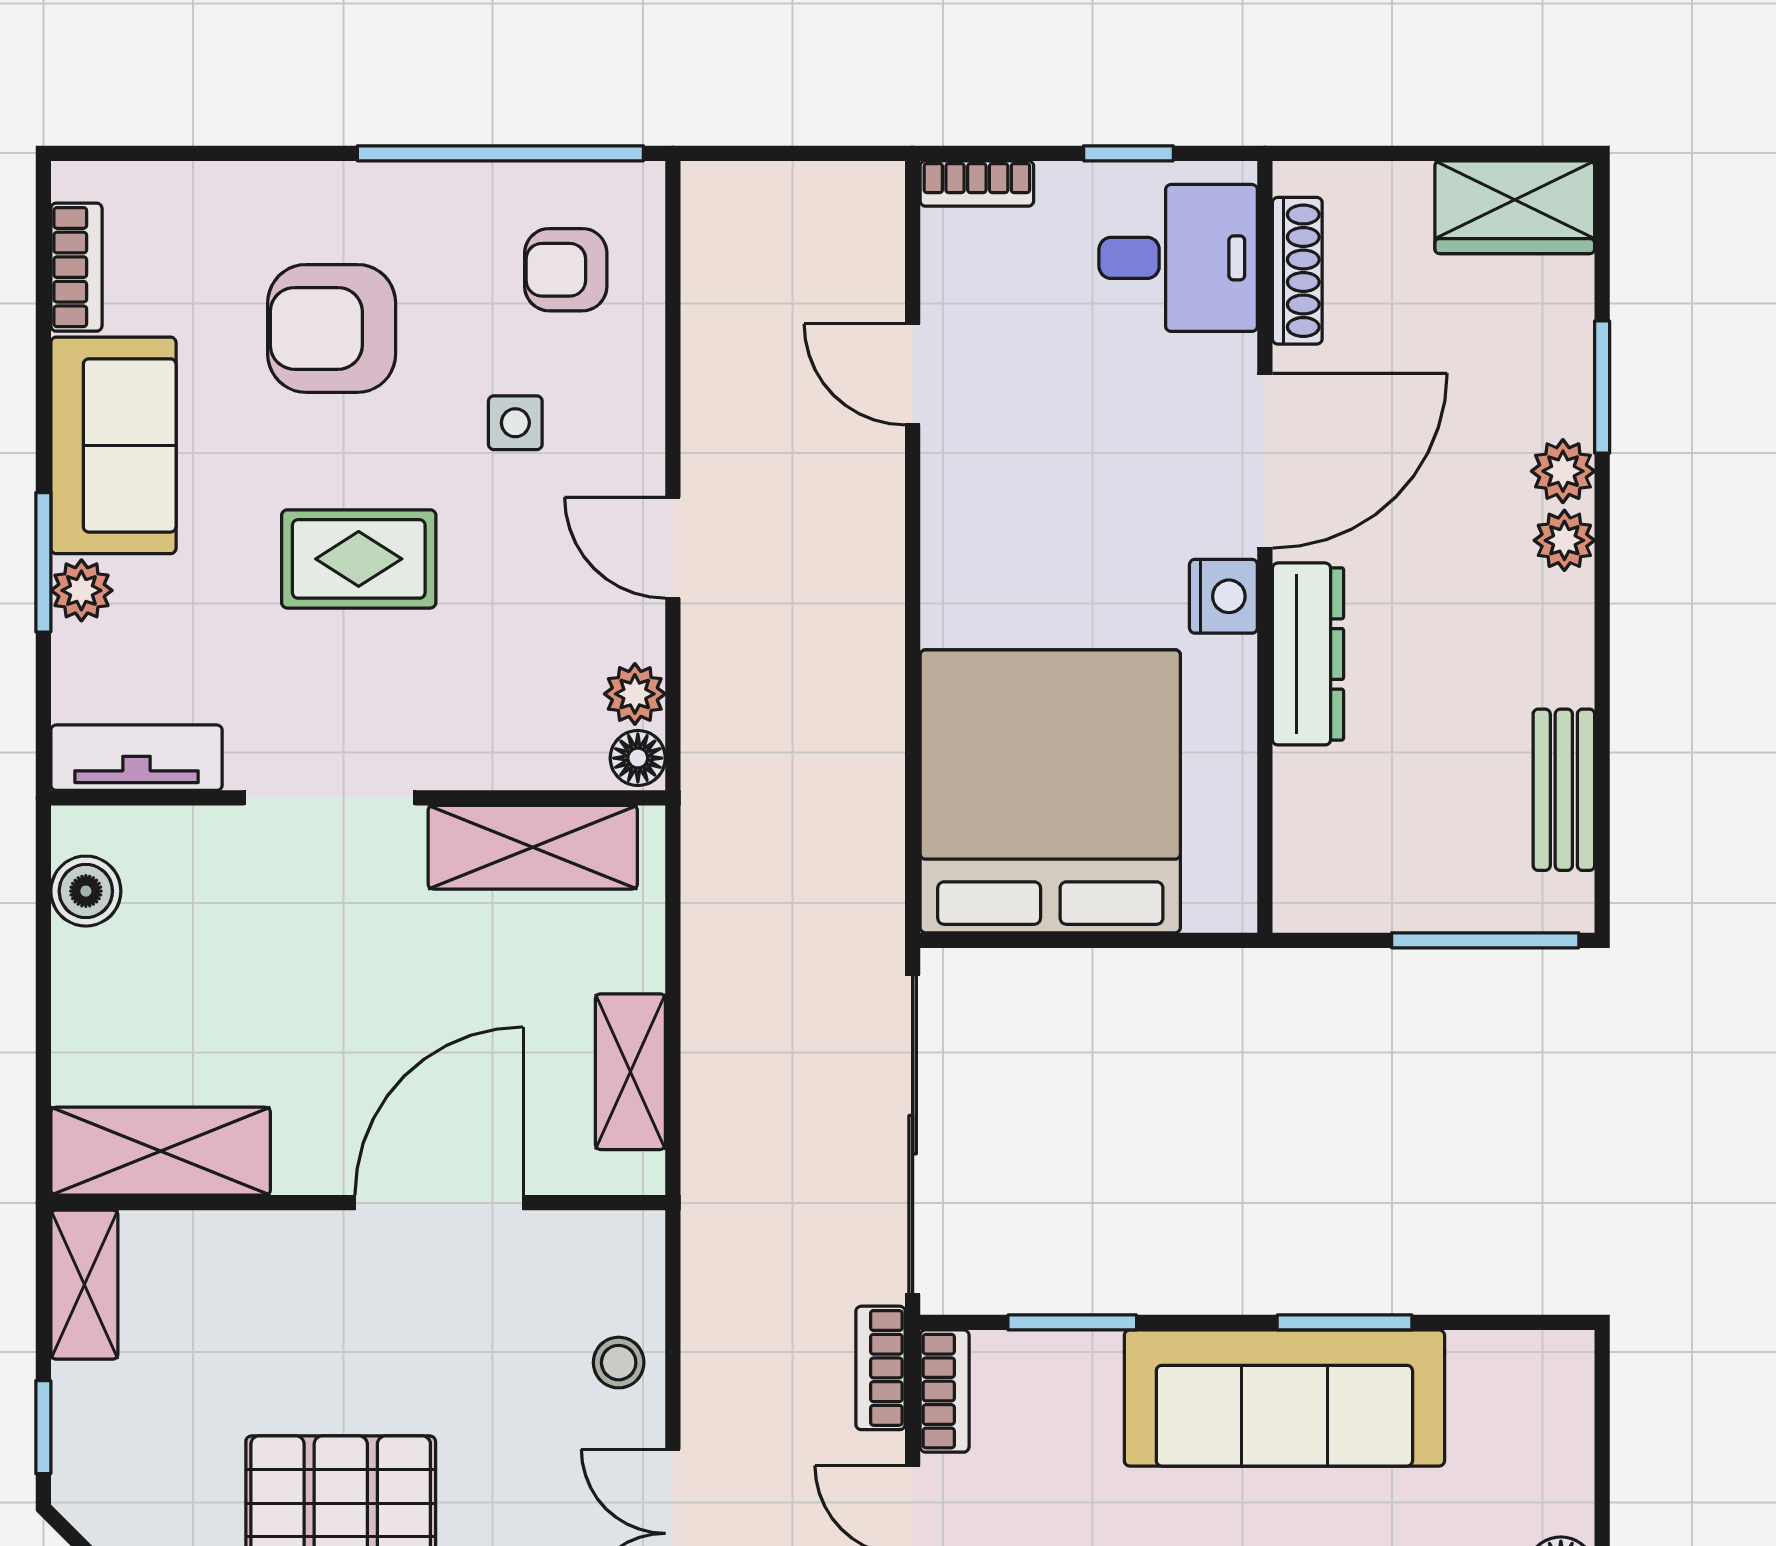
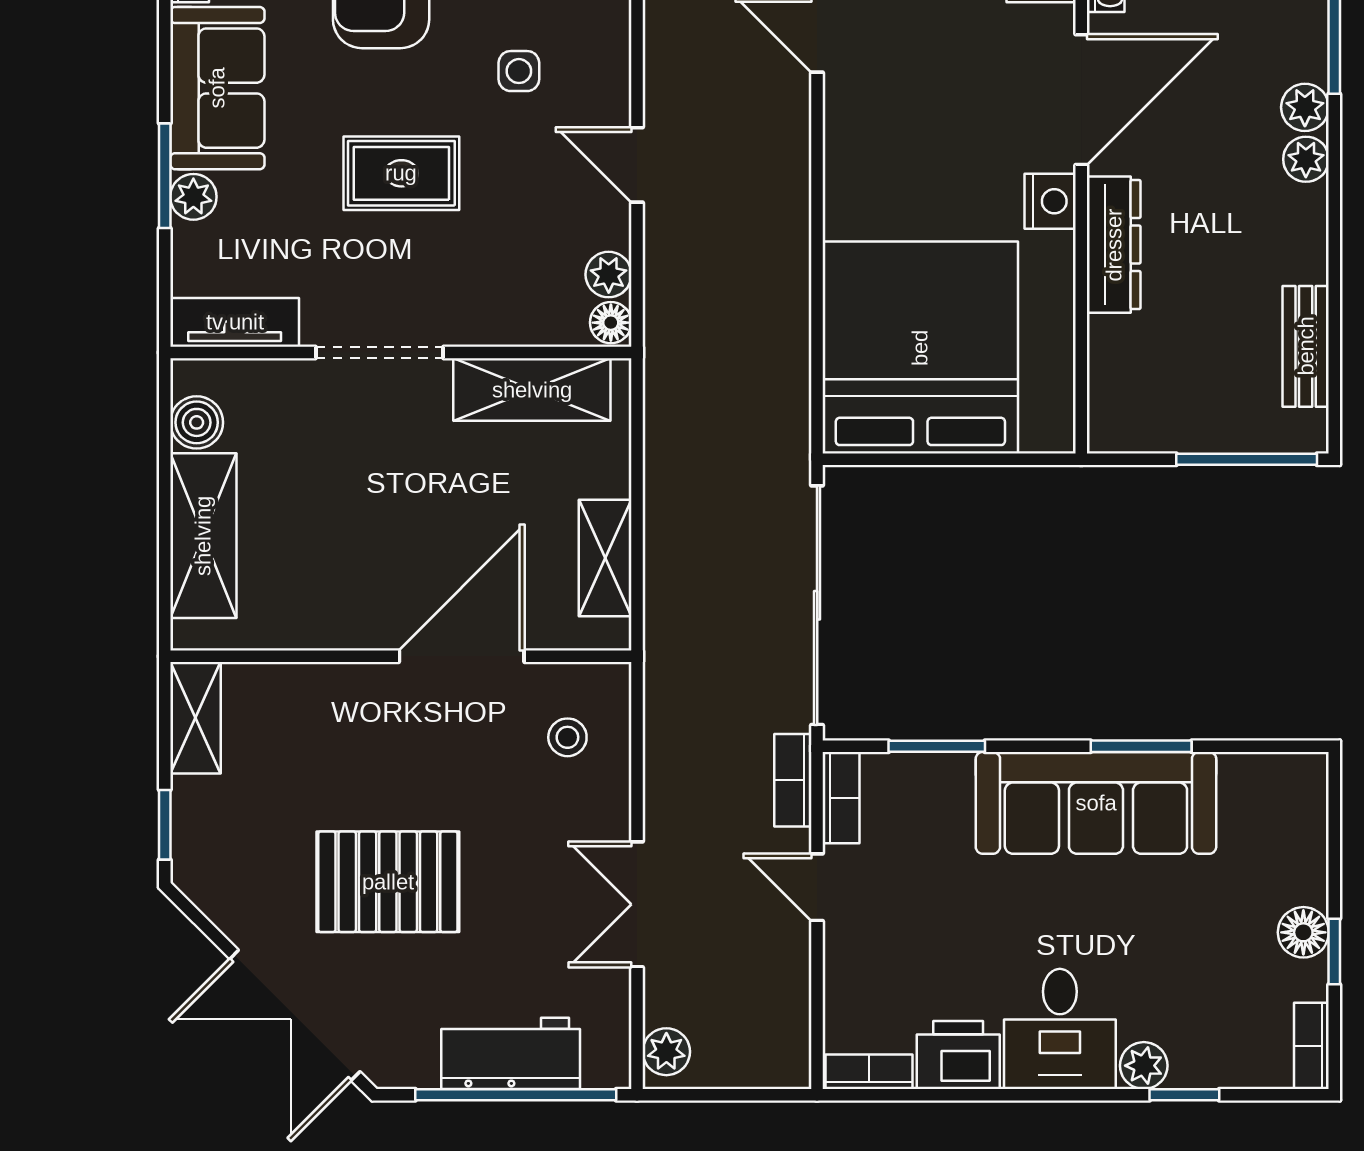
shelving: (161, 1151) -> (203, 536), moved, turned 90
stool: (619, 1363) -> (567, 737), moved

